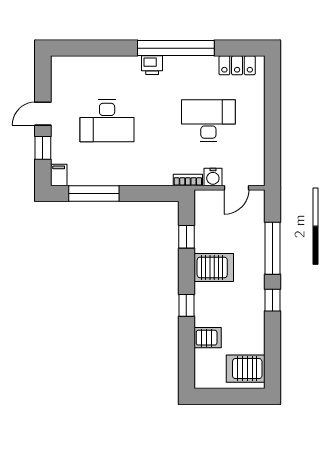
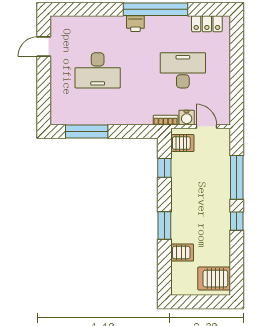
door: (43, 114) -> (44, 47), moved
window: (43, 148) -> (44, 93), removed
filing cabinet: (59, 175) -> (57, 116), removed
door: (237, 188) -> (206, 127), swing flipped
server rack: (214, 267) -> (182, 143), moved, width x0.73, depth x0.70
window: (186, 305) -> (164, 225), width x1.50

